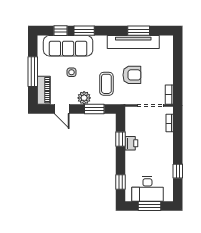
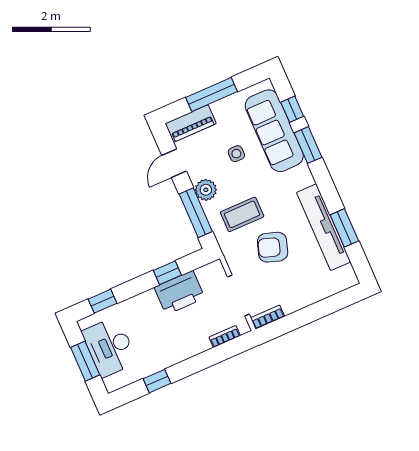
armchair: (132, 75) -> (273, 247), turned 108
window: (94, 109) -> (196, 213), width x1.44
printer: (131, 143) -> (180, 293), width x1.87, depth x1.48

